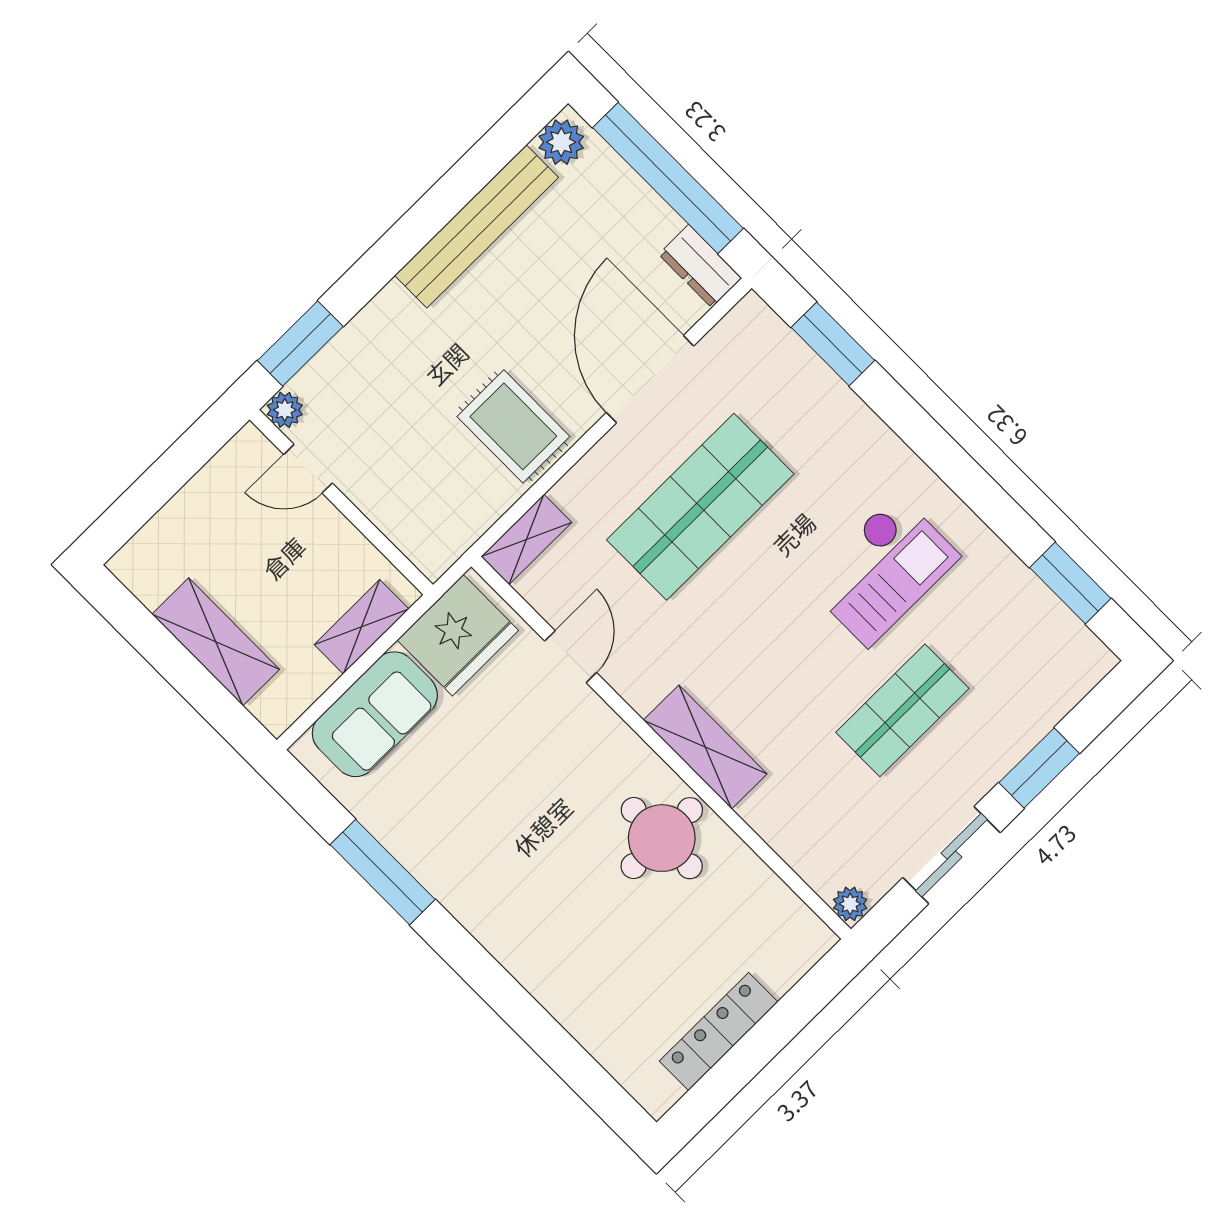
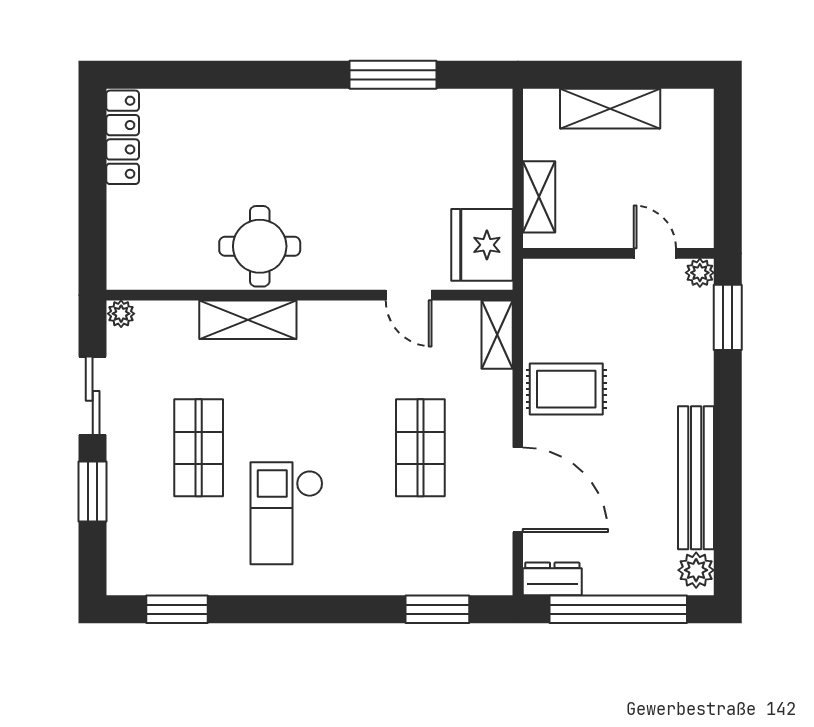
door: (308, 469) -> (655, 253), hinge flipped
shop shelf: (700, 507) -> (420, 448), width x0.70, depth x0.74
sofa: (375, 714) -> (484, 156), removed
shelving: (705, 747) -> (248, 320), moved
locker: (719, 1032) -> (123, 137), moved

